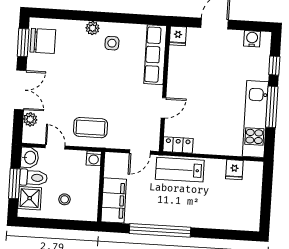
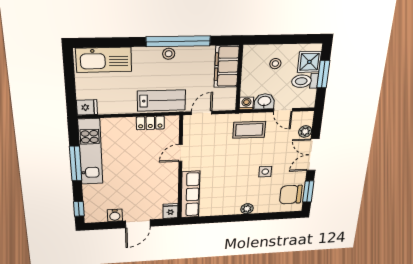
water cooler: (252, 39) -> (115, 215), moved
side table: (112, 43) -> (265, 172), moved
window: (274, 66) -> (79, 209), moved
locker: (178, 145) -> (150, 123), moved
washbasin: (30, 158) -> (264, 101), moved, turned 90
fridge: (234, 170) -> (87, 107), moved, turned 90
kitchen sink: (232, 217) -> (104, 60), added
stool: (170, 218) -> (169, 54), added

